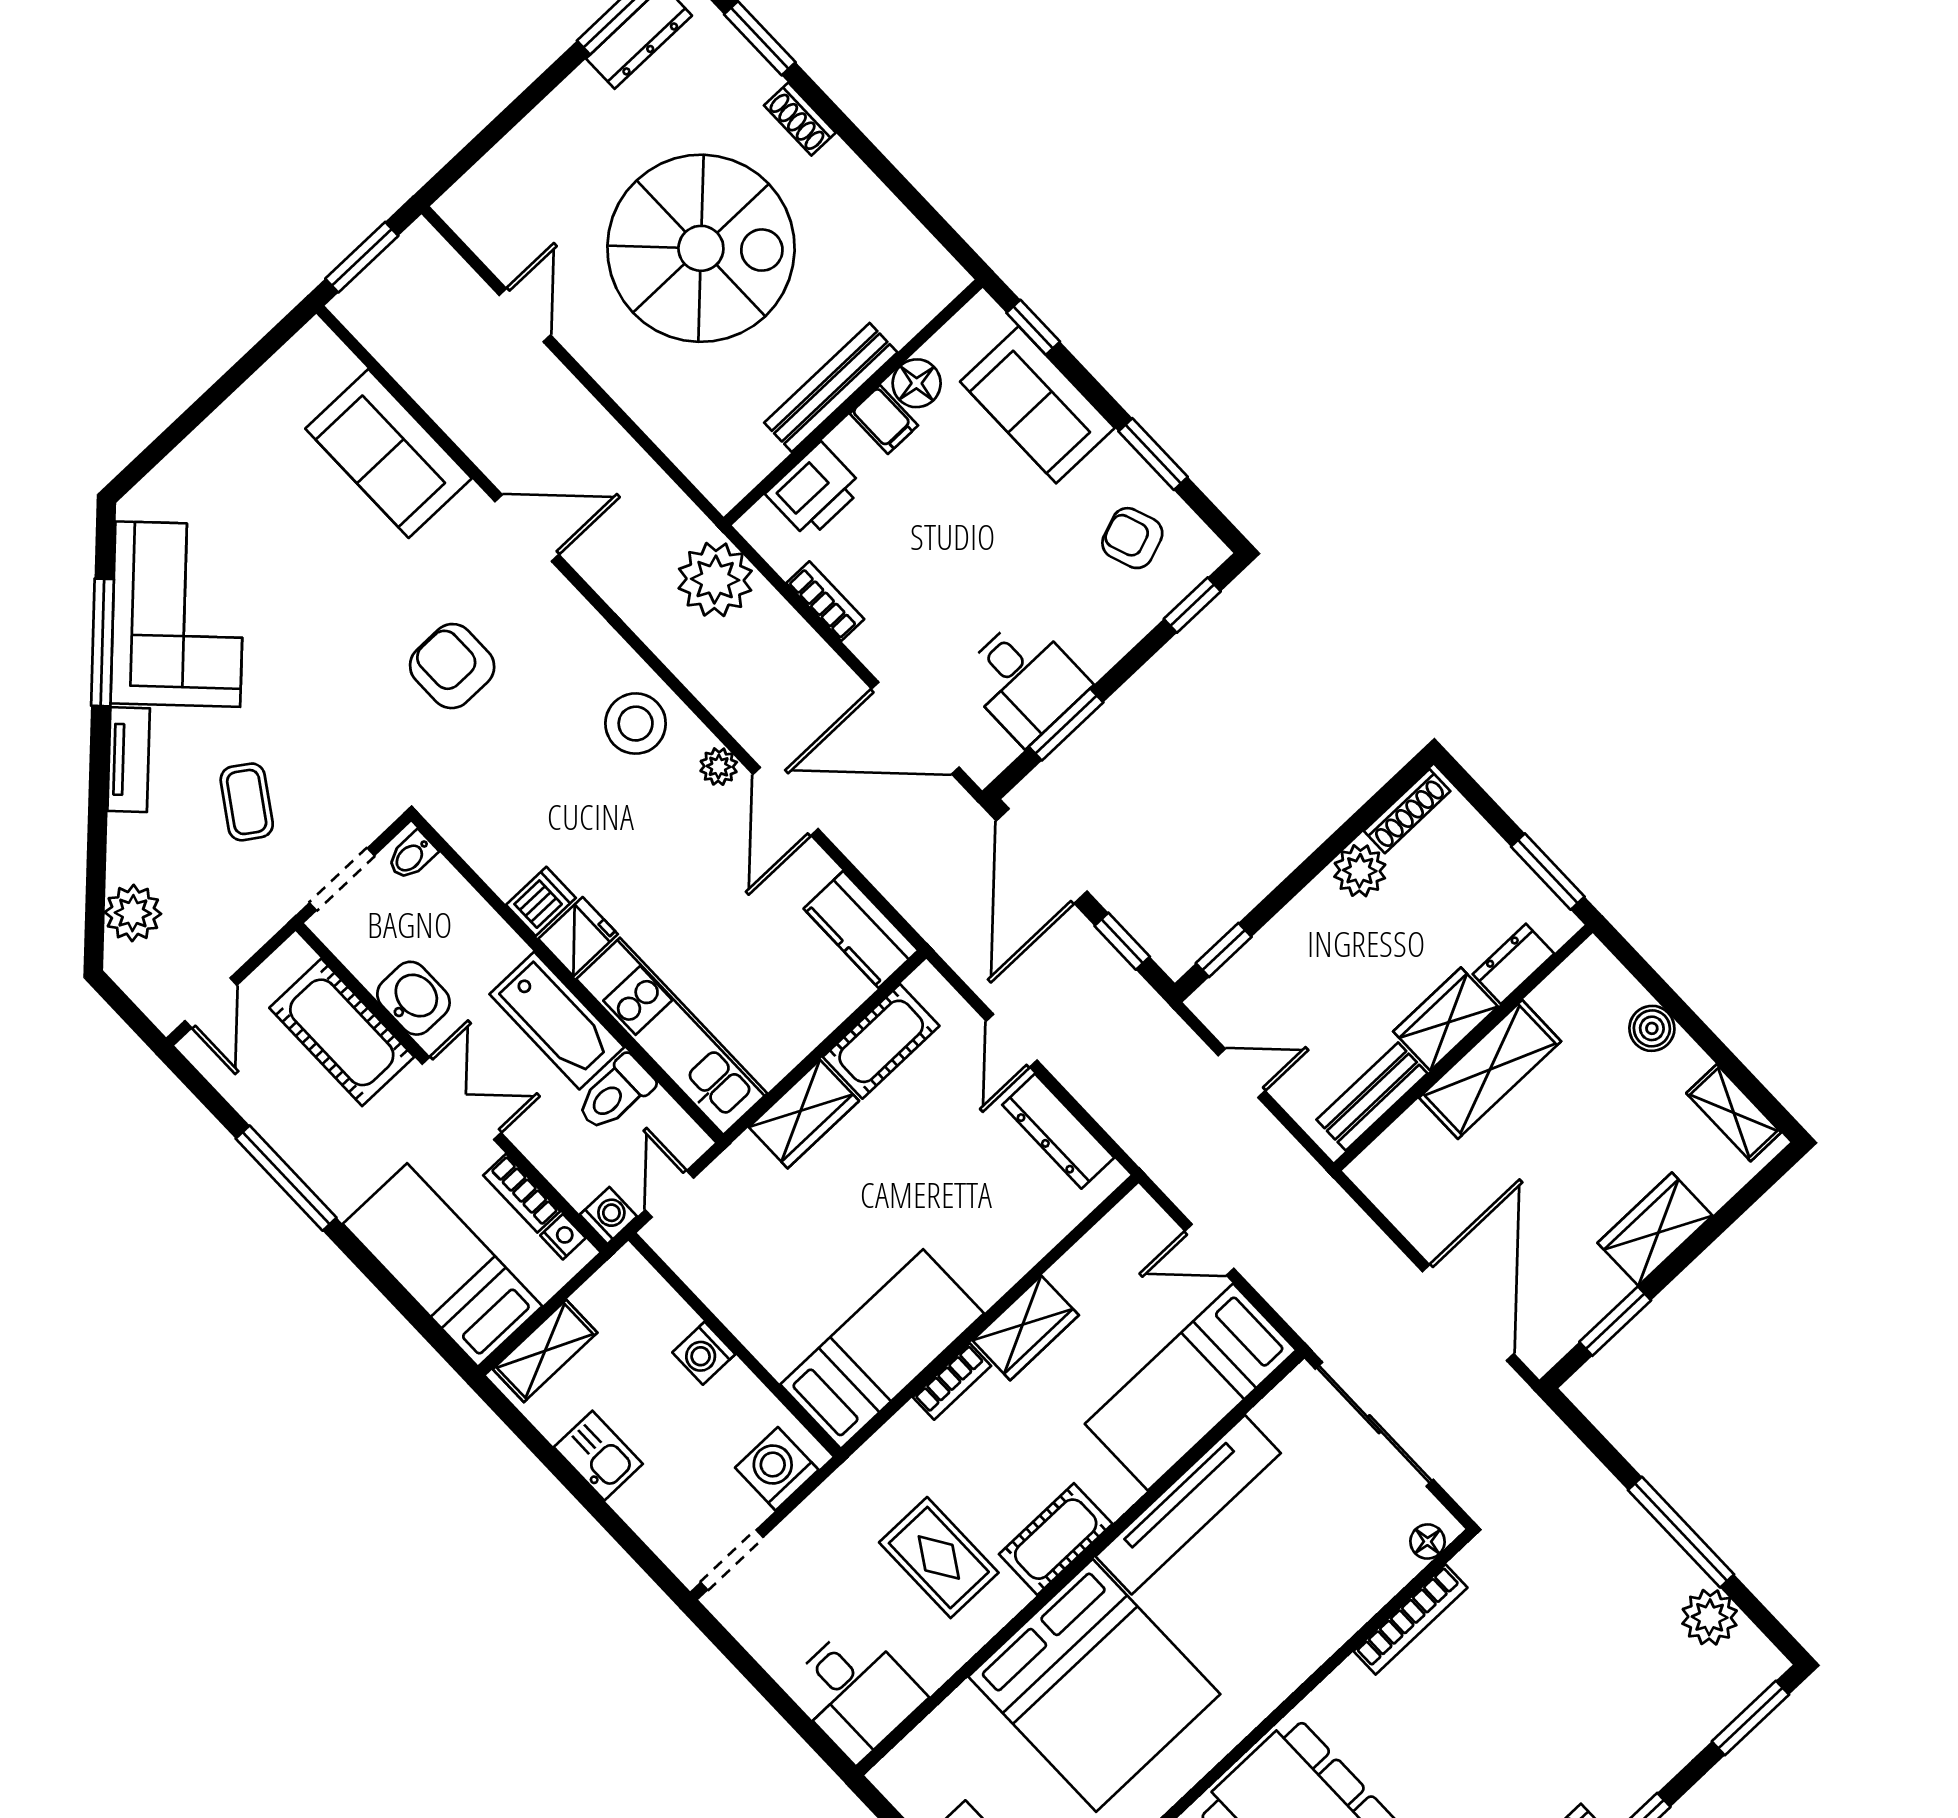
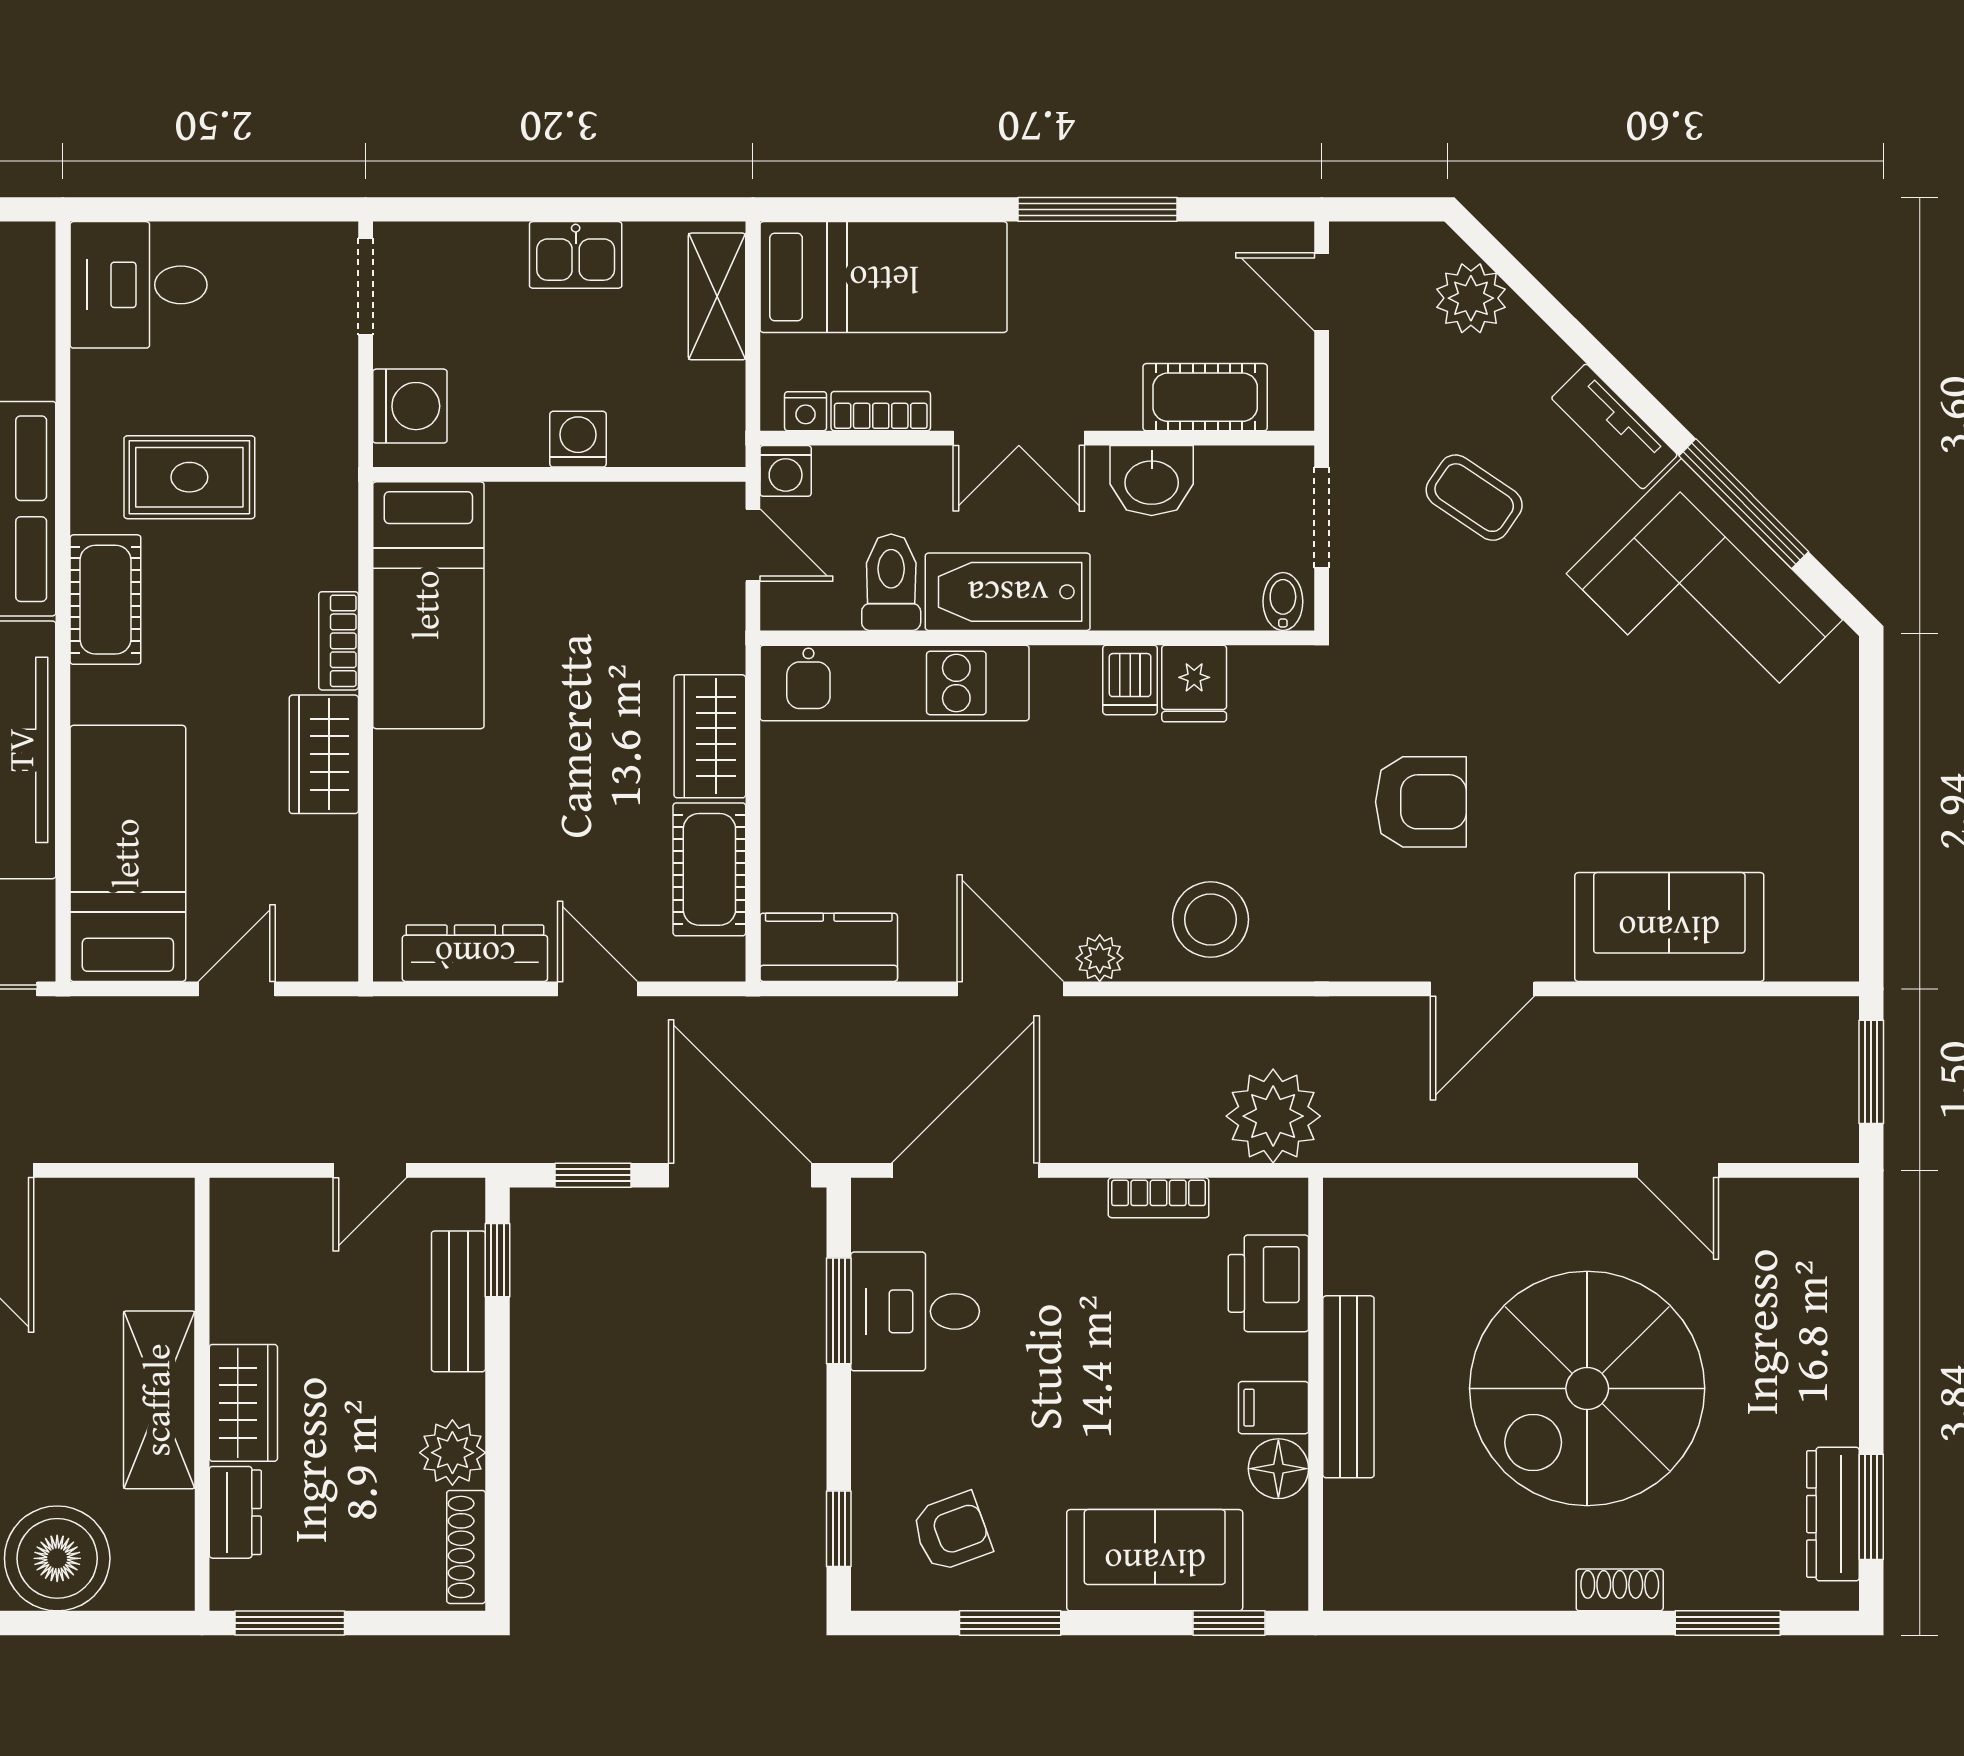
fridge: (578, 937) -> (1194, 684), moved
boiler: (1652, 1028) -> (57, 1558), width x1.86, depth x1.86
cot: (342, 1032) -> (1205, 397), width x0.73, depth x0.75
bench: (1372, 1097) -> (458, 1301), moved

